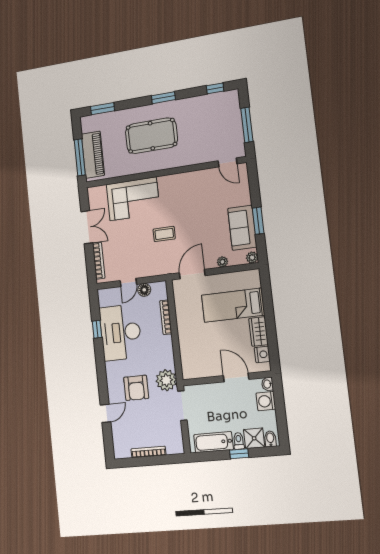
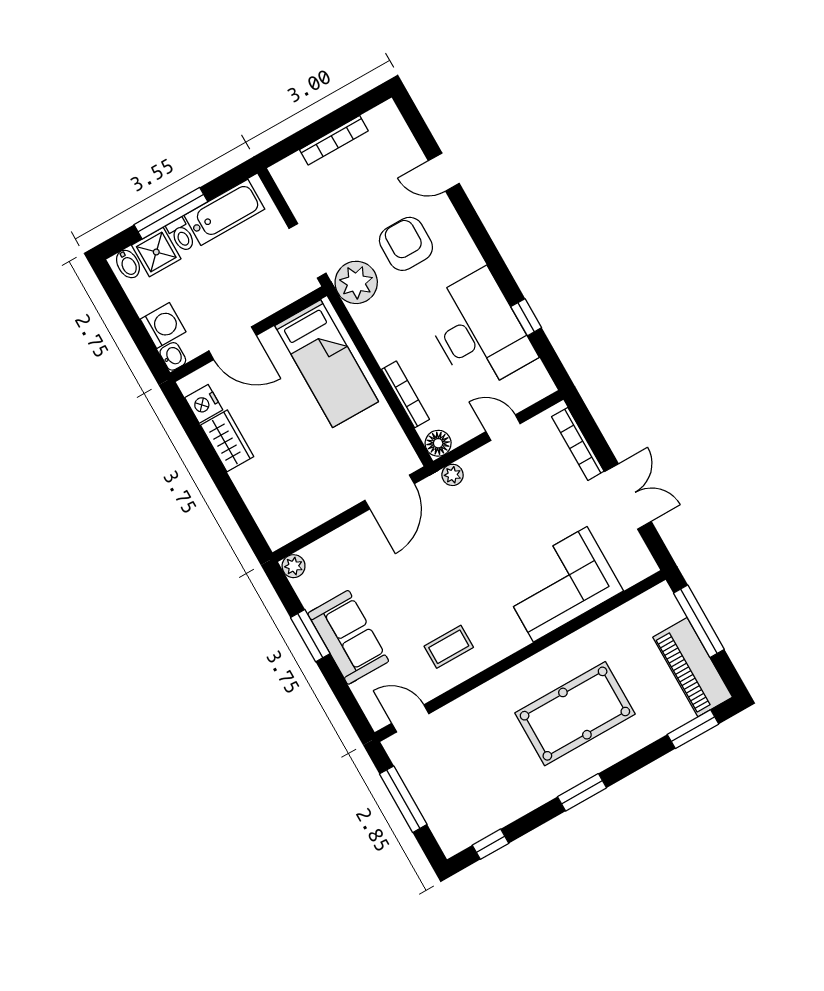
piano: (93, 155) -> (693, 667), moved
double door: (87, 227) -> (628, 496), swing flipped
sofa: (242, 228) -> (348, 637), moved
coffee table: (164, 234) -> (449, 647), moved
plant: (222, 262) -> (453, 475), moved
door: (128, 282) -> (503, 428), hinge flipped
floor lamp: (144, 290) -> (438, 443), moved
bed: (233, 305) -> (327, 364), moved, turned 90
door: (105, 413) -> (444, 172), hinge flipped
window: (239, 454) -> (171, 213), width x2.17

